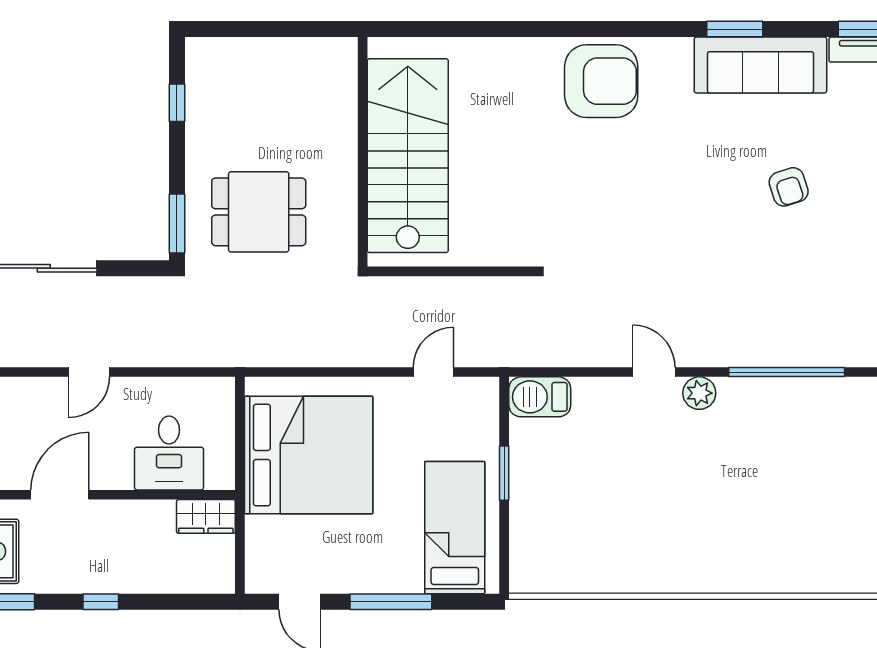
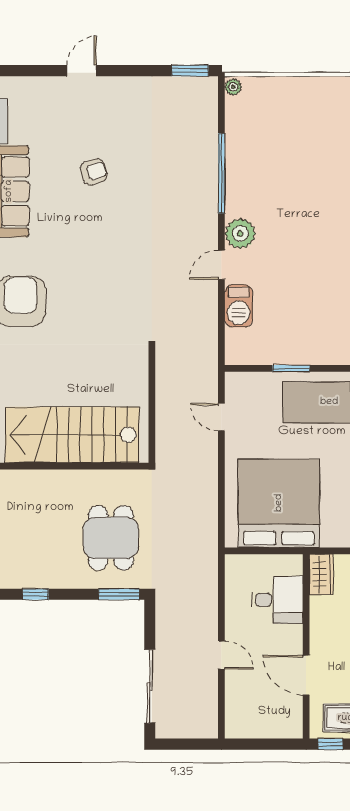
plant: (699, 393) -> (240, 234), width x1.36, depth x1.36
barbecue: (540, 397) -> (239, 306), moved

